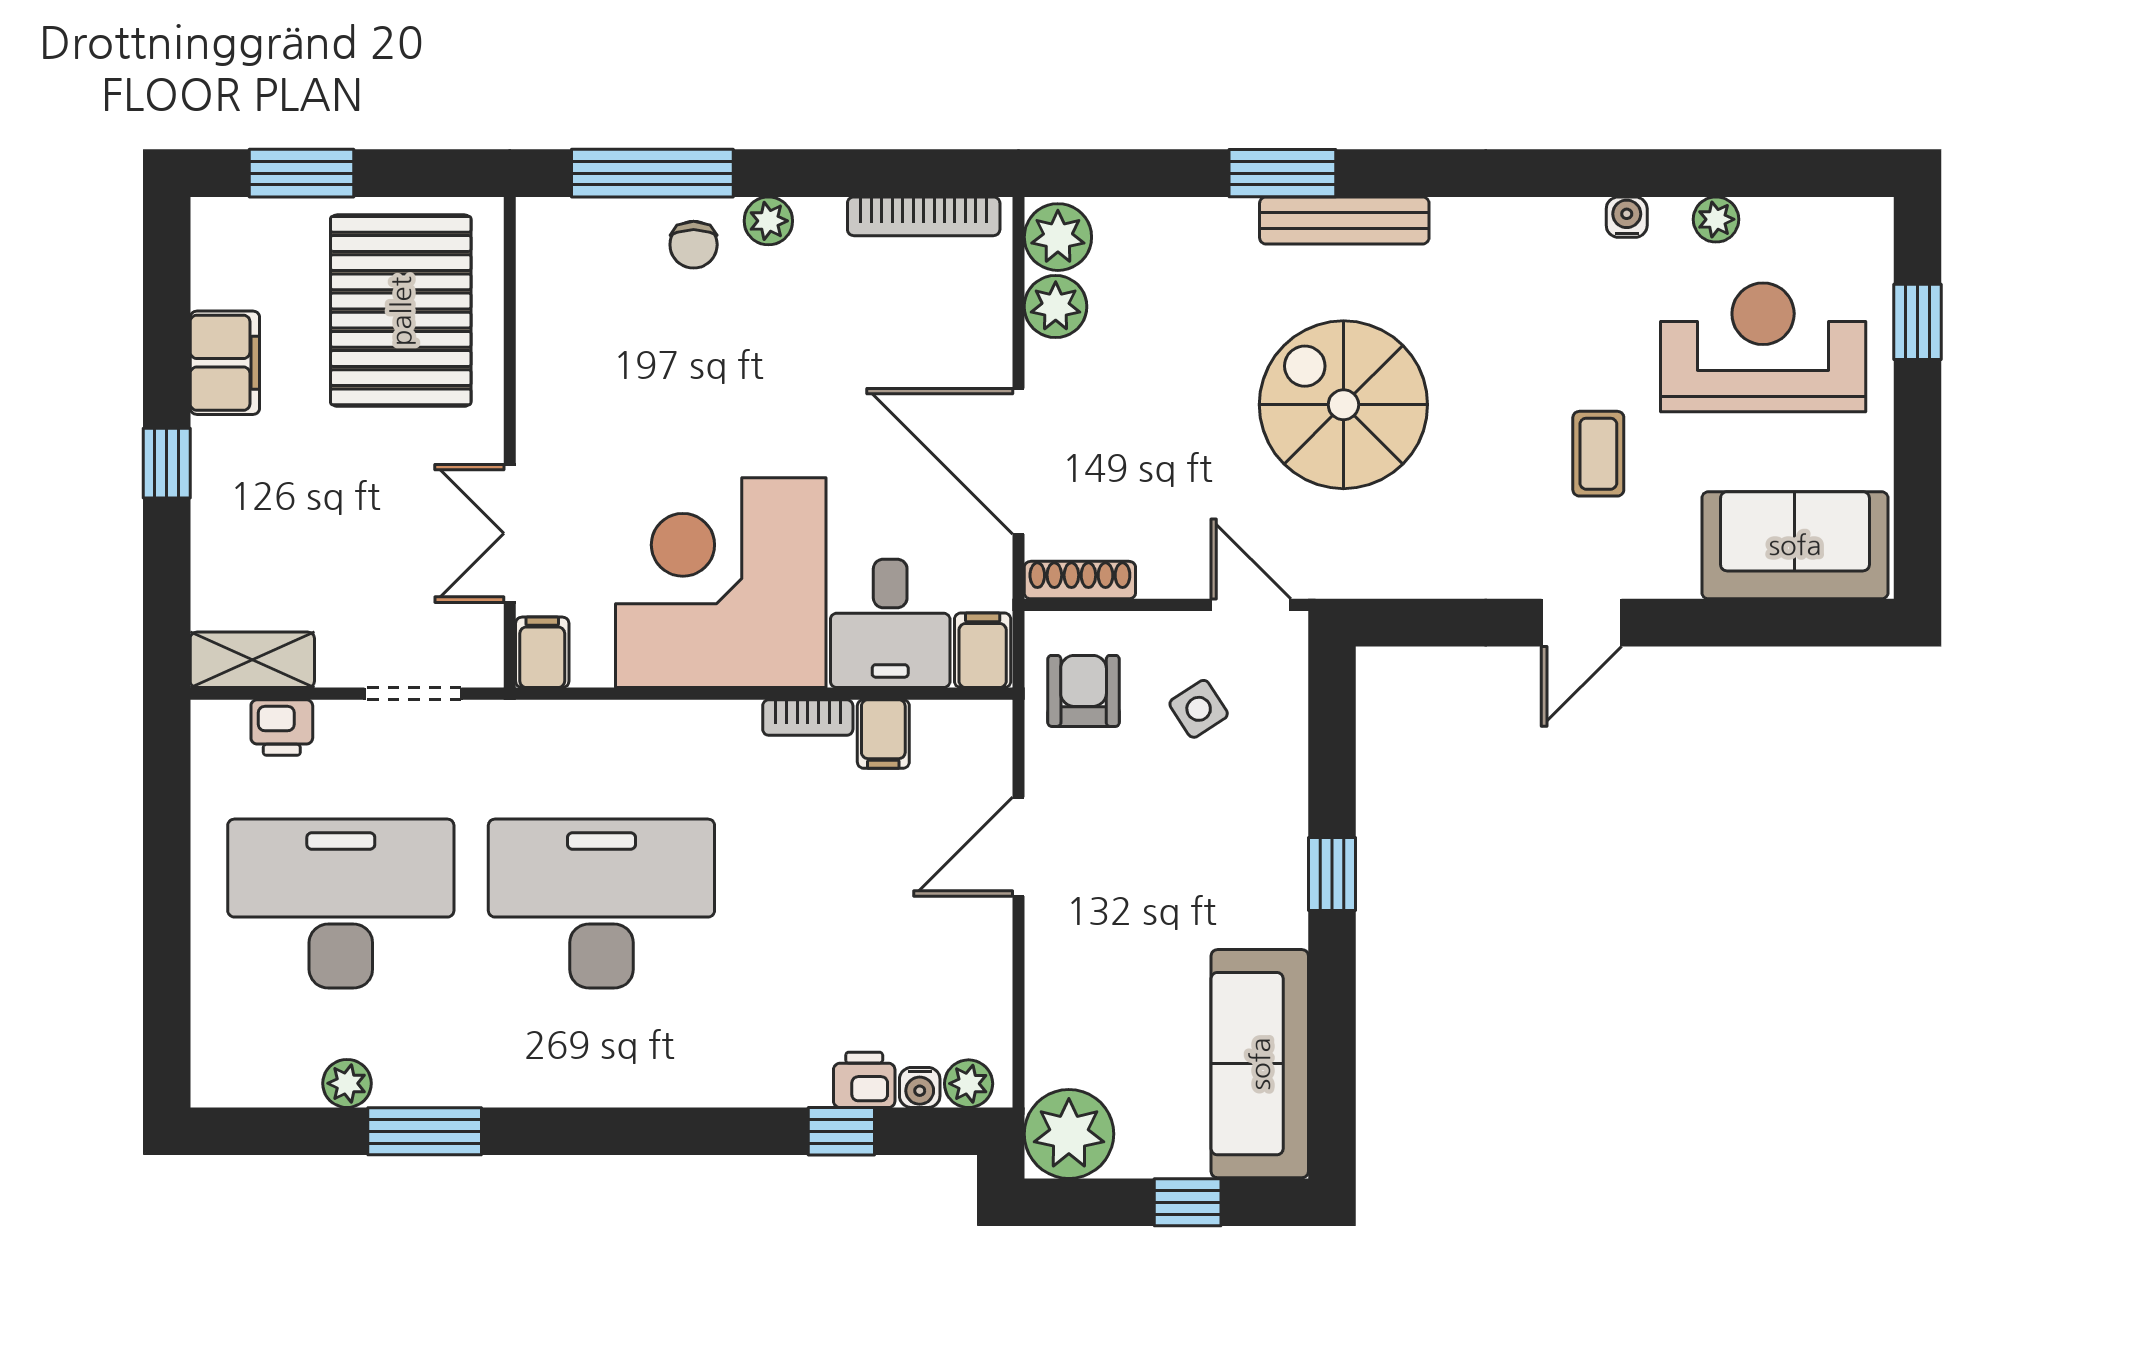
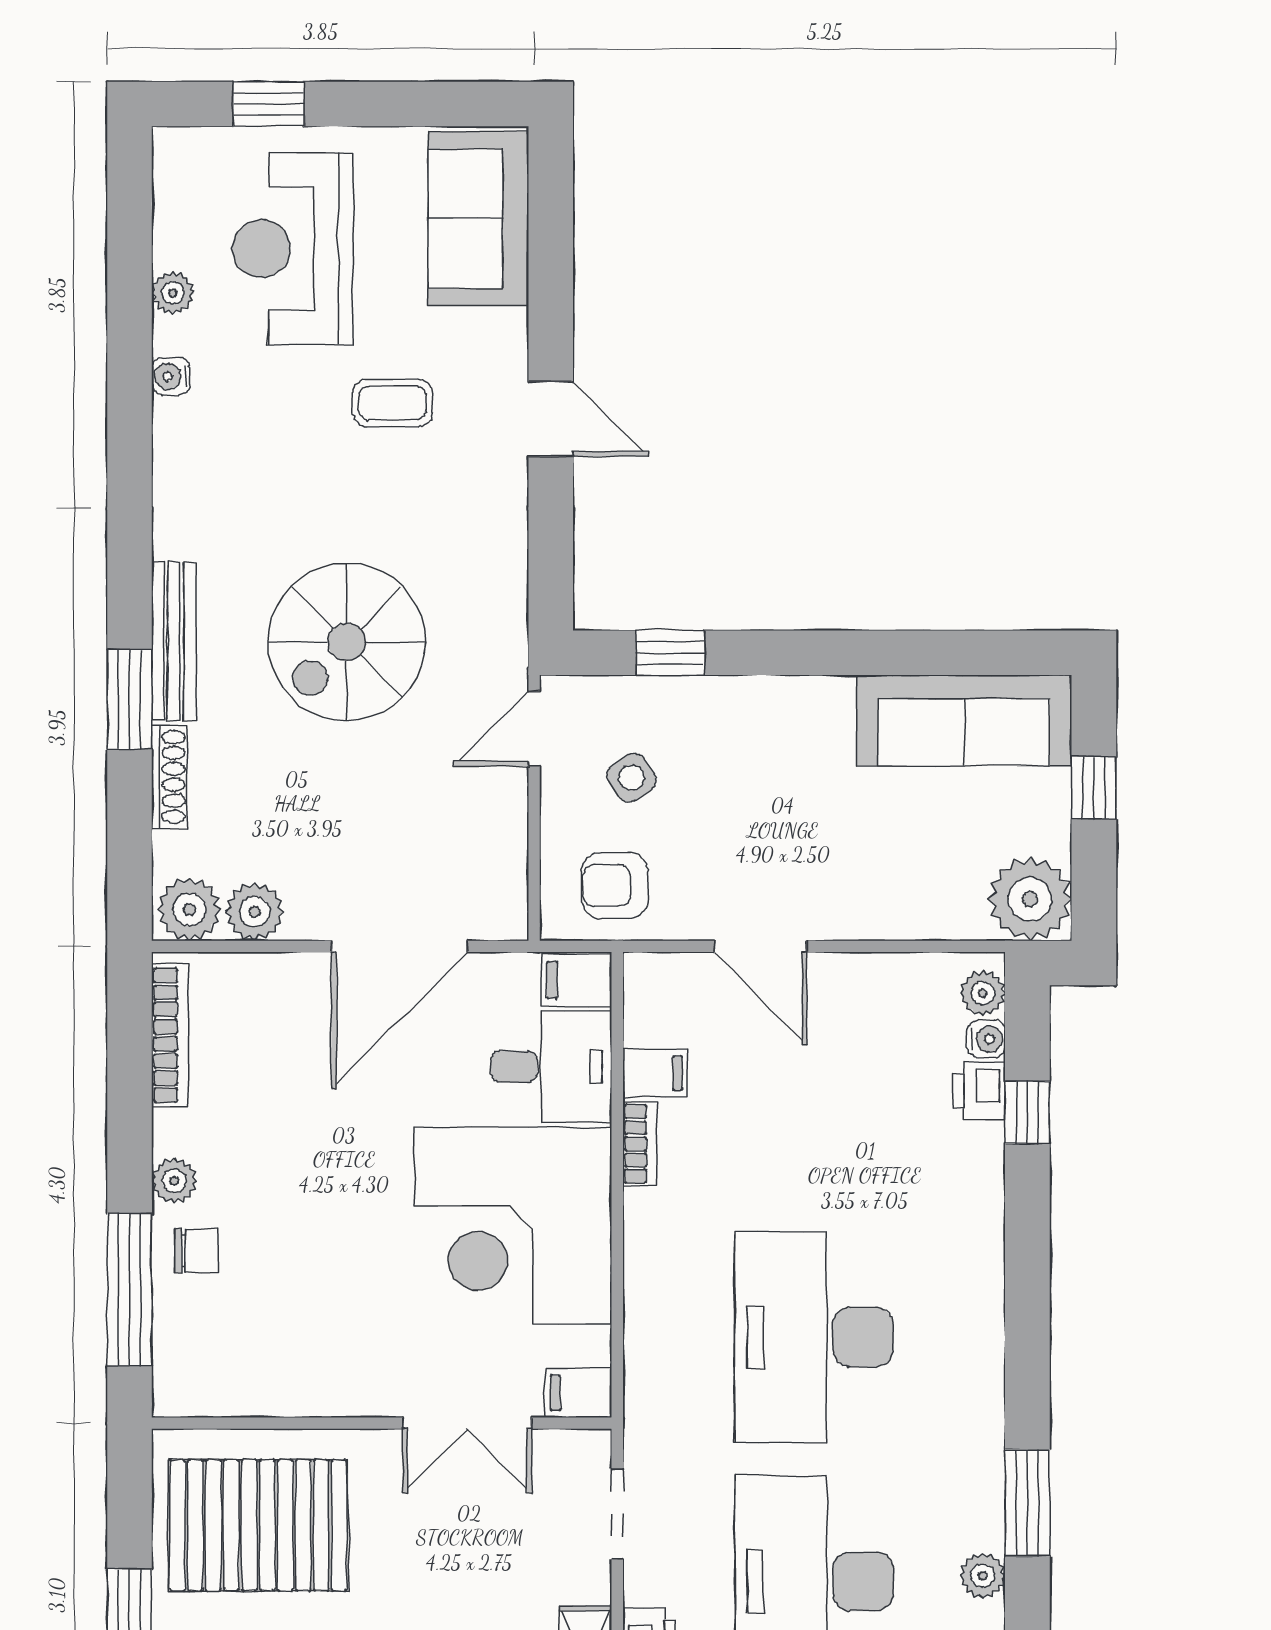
shoe rack: (1080, 580) -> (169, 777), moved, turned 180
window: (1332, 874) -> (670, 653), moved

